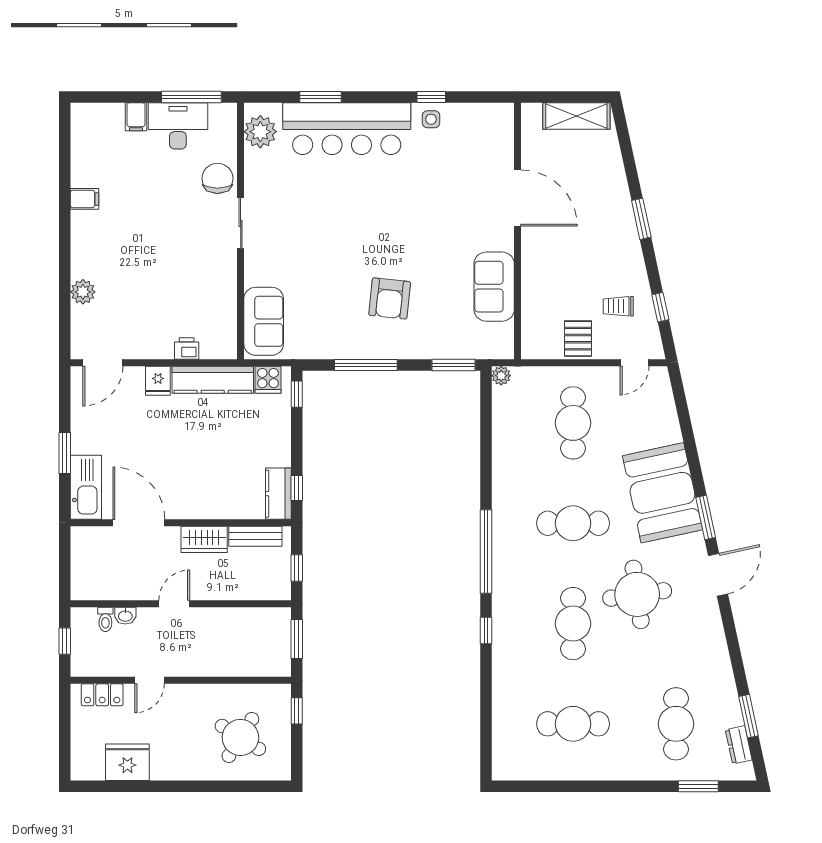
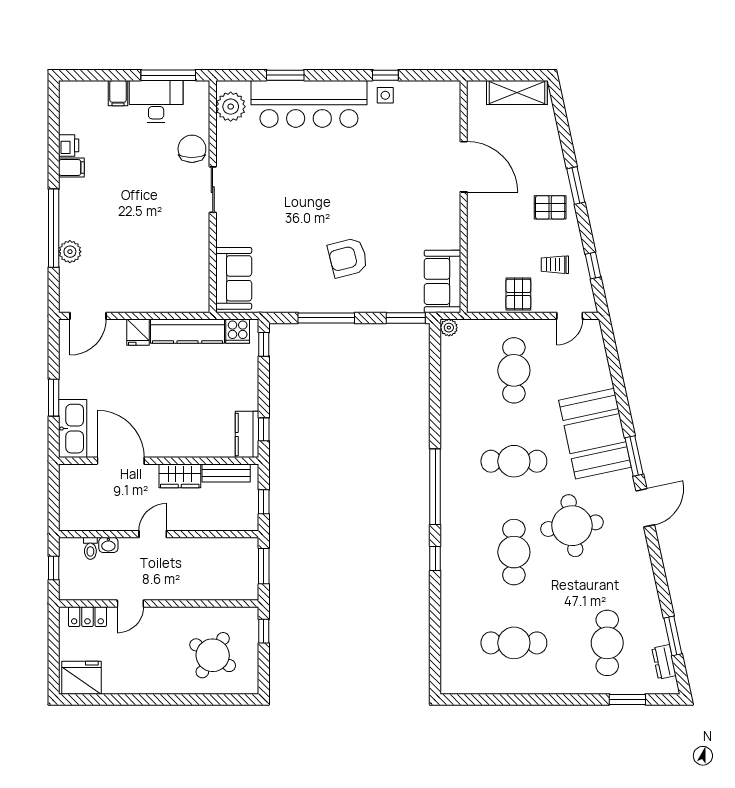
pallet: (613, 243) -> (550, 207), added
window: (65, 266) -> (54, 228), added
sofa: (494, 287) -> (442, 281), moved
armchair: (390, 298) -> (348, 258), turned 70
printer: (187, 348) -> (69, 145), moved, turned 90
fridge: (127, 762) -> (82, 678), moved

